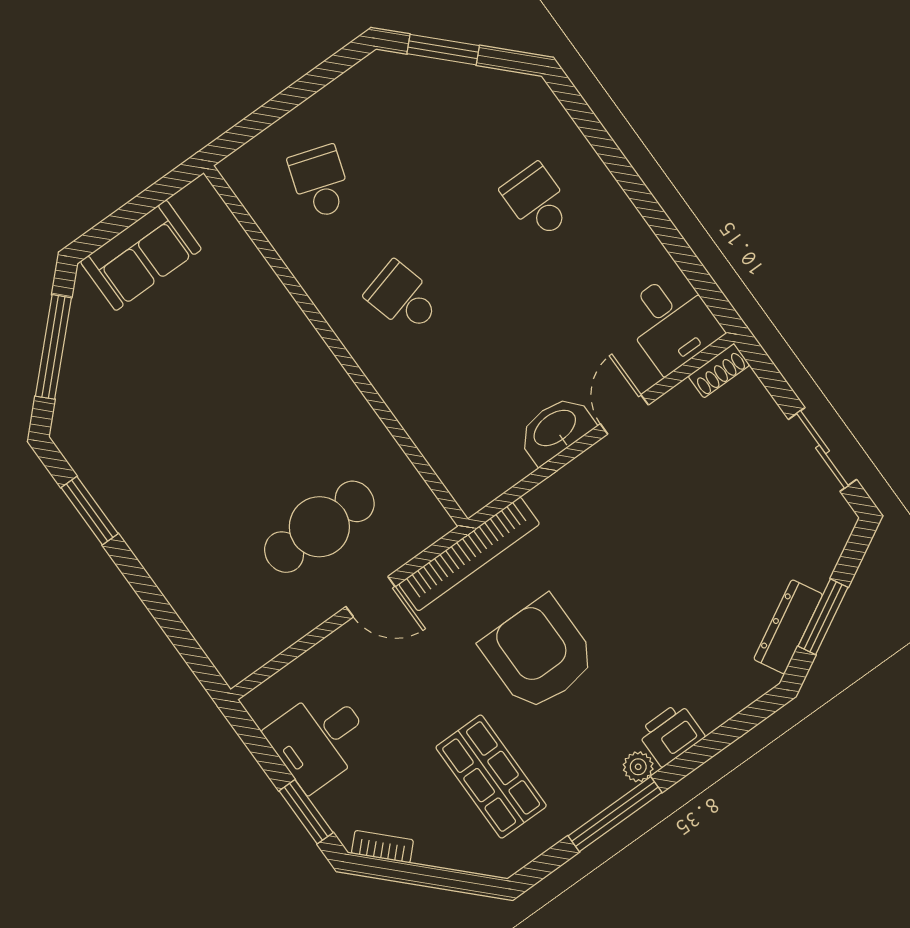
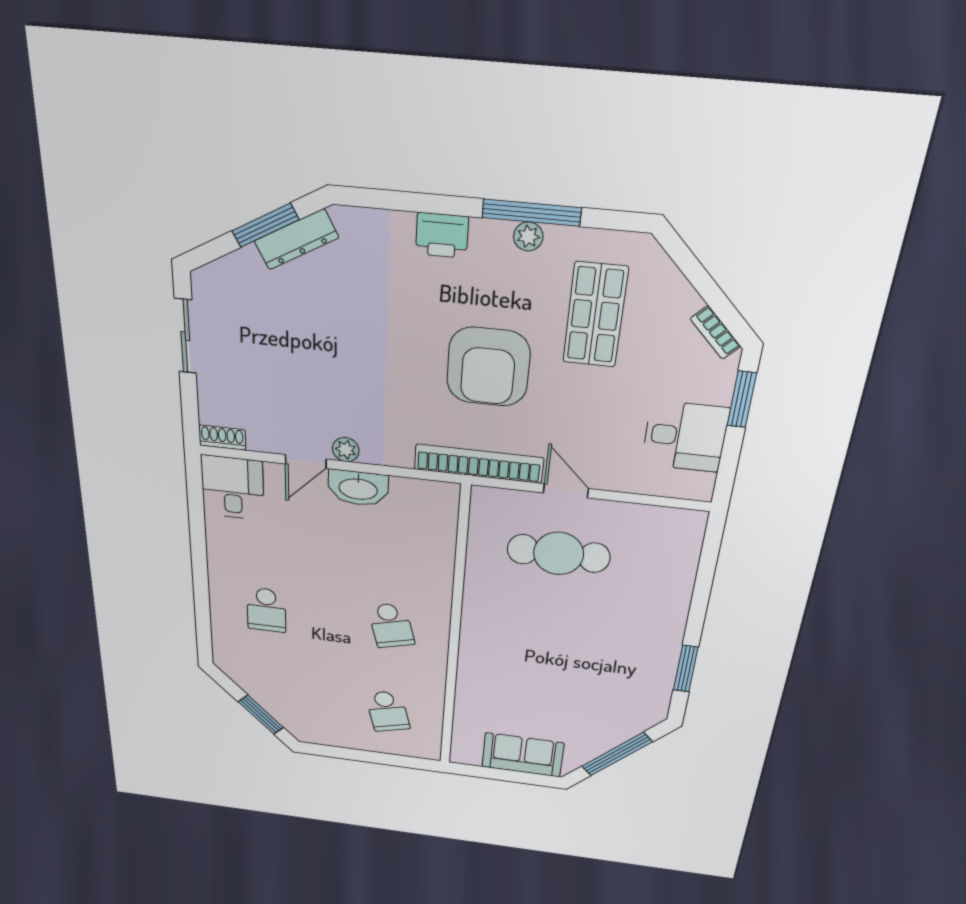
school desk: (320, 182) -> (387, 711), turned -33
plant: (598, 460) -> (346, 450), added
plant: (638, 767) -> (528, 236), moved

